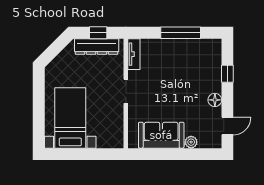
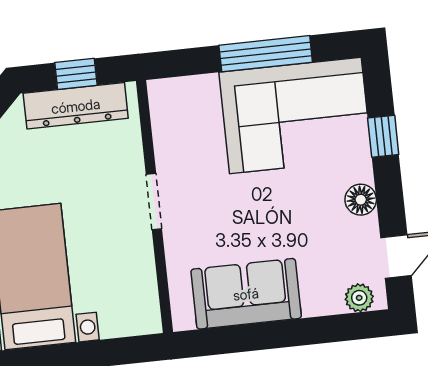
tv unit: (134, 54) -> (164, 114), removed
corner sofa: (191, 61) -> (295, 115), added
plant: (191, 142) -> (359, 298), moved

